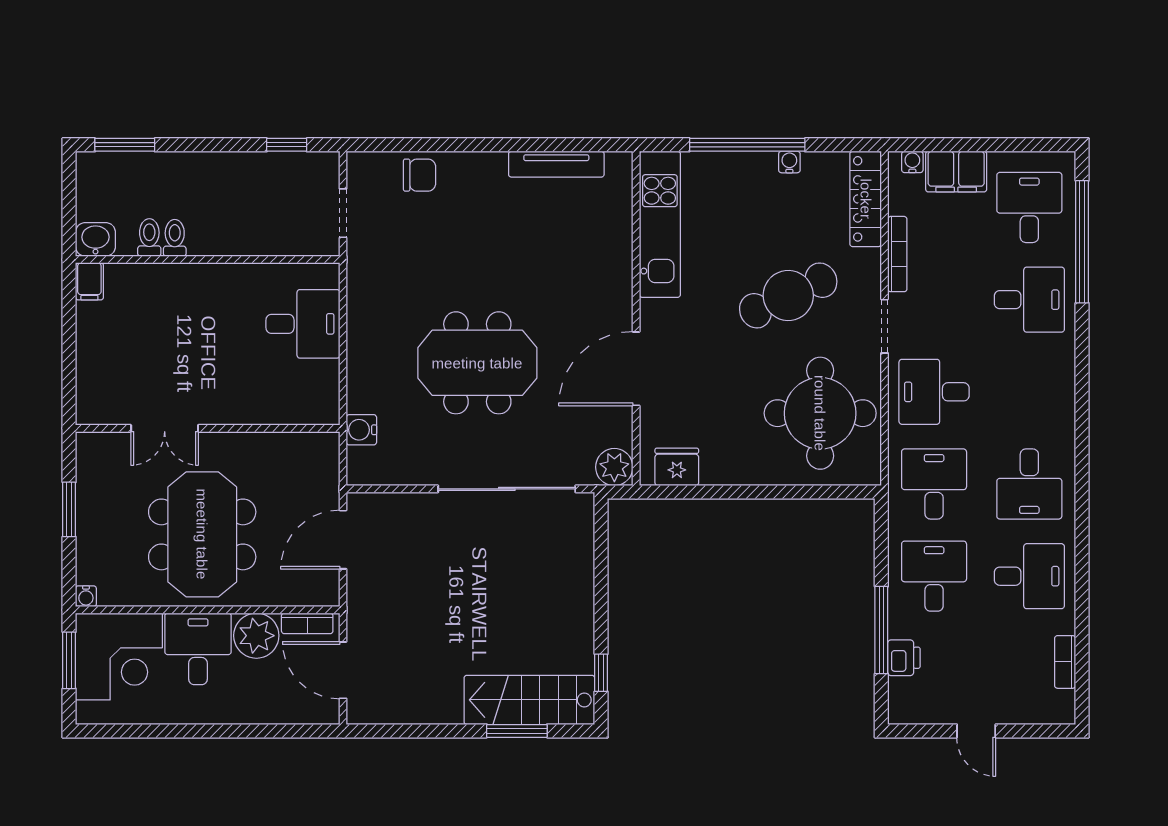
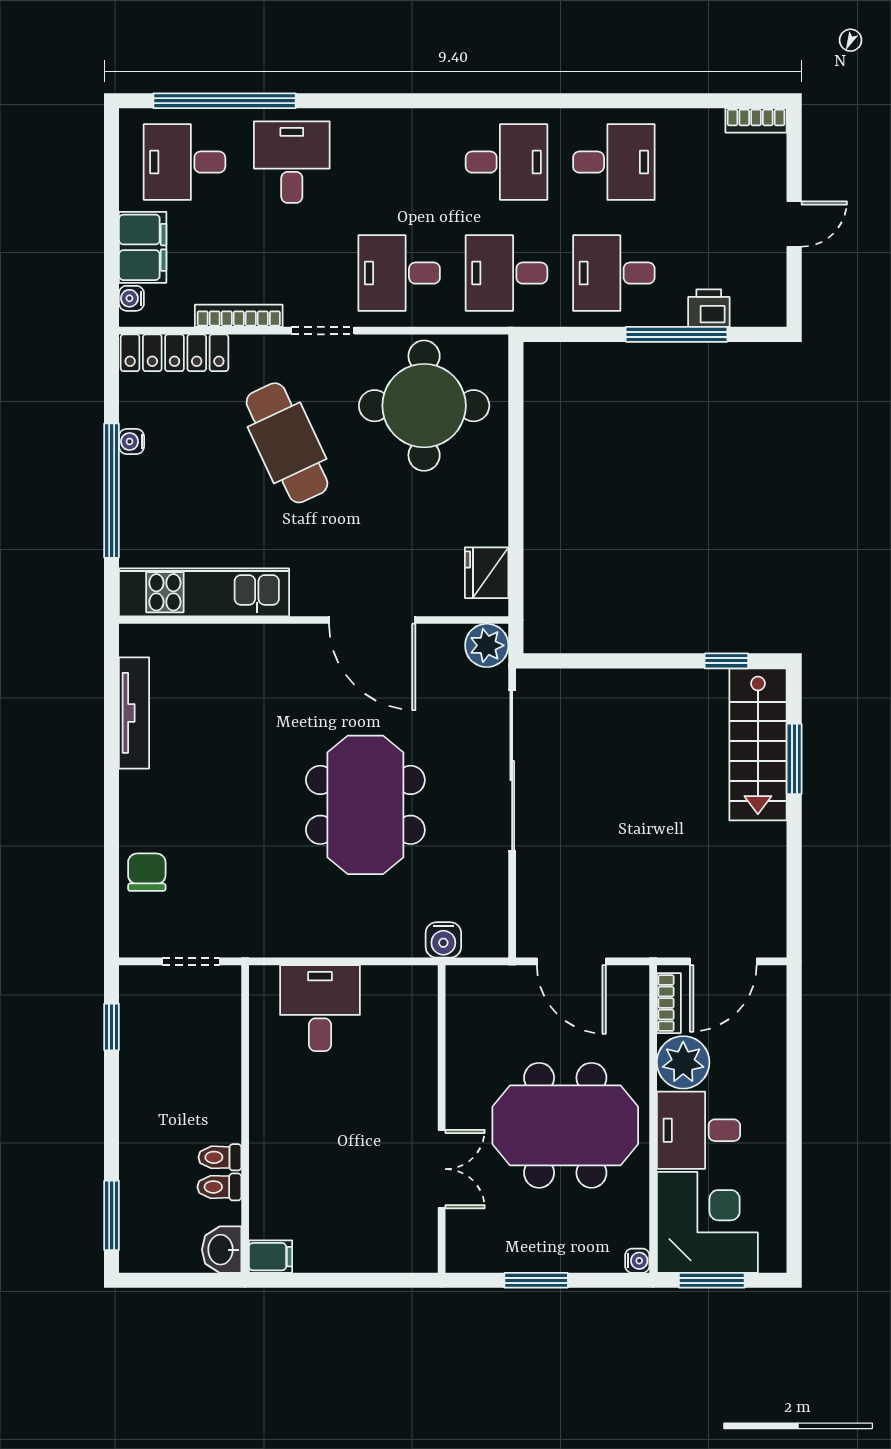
desk: (934, 392) -> (399, 273), turned 90
desk: (1029, 576) -> (614, 162), turned 90
bookcase: (1065, 662) -> (756, 120), moved

